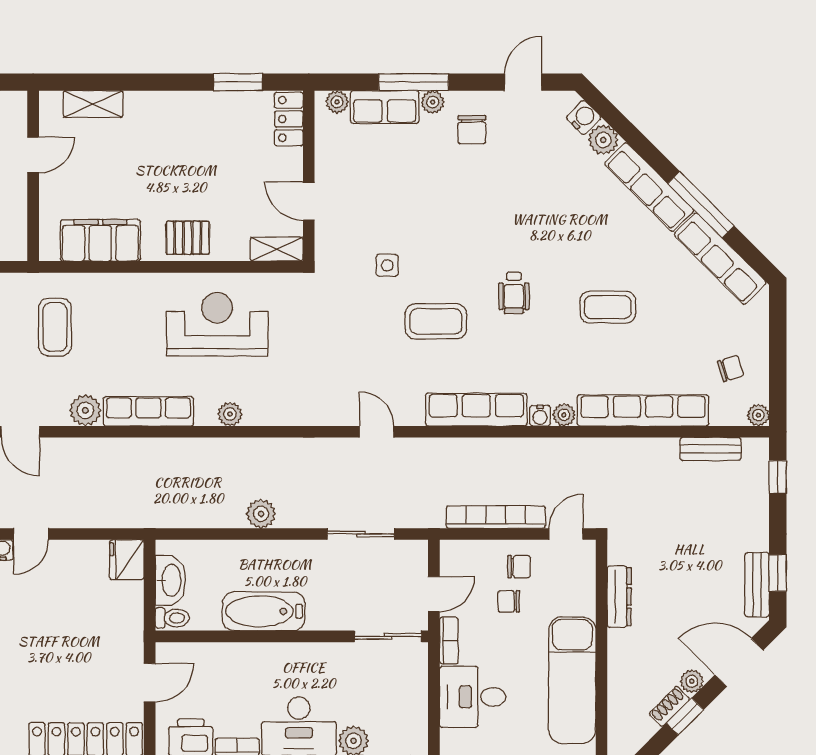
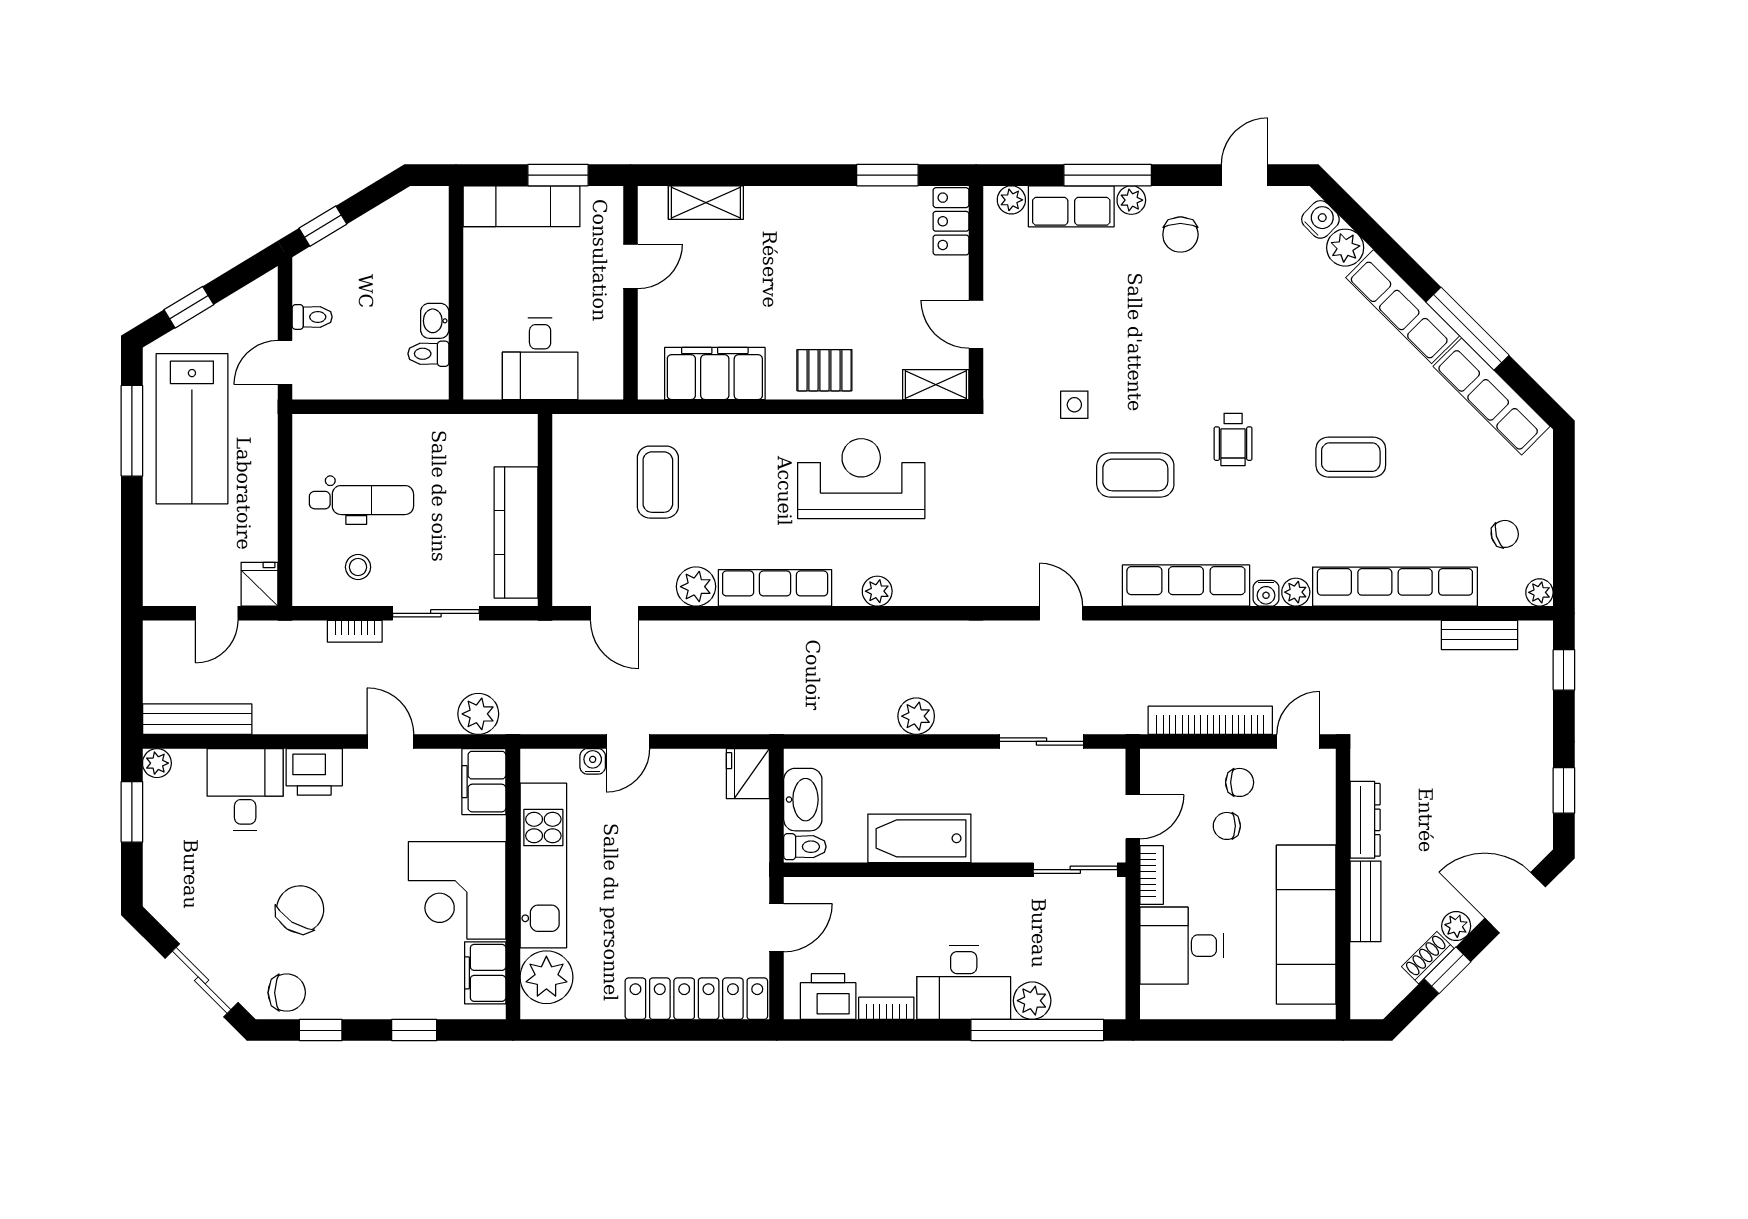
bench: (757, 585) -> (1365, 901), moved

